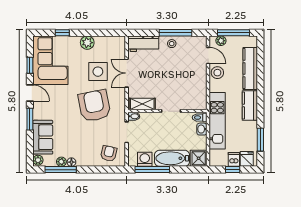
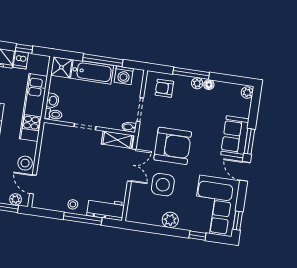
window: (176, 33) -> (83, 219), moved
window: (30, 65) -> (238, 221), moved
double door: (127, 73) -> (132, 165), moved
armchair: (94, 106) -> (173, 146), turned -79
sofa: (43, 137) -> (235, 137), moved
armchair: (109, 153) -> (164, 88), turned 77
plant: (61, 162) -> (197, 83), moved
window: (61, 170) -> (191, 73), moved
window: (152, 170) -> (103, 60), moved

